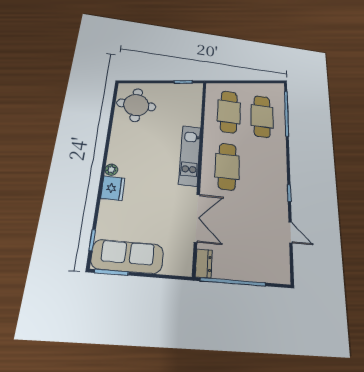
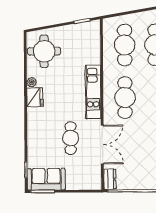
plant: (111, 170) -> (32, 82), moved
fridge: (113, 188) -> (35, 97), moved
cafe table: (157, 206) -> (71, 138), added
sofa: (128, 257) -> (46, 179), width x0.73

